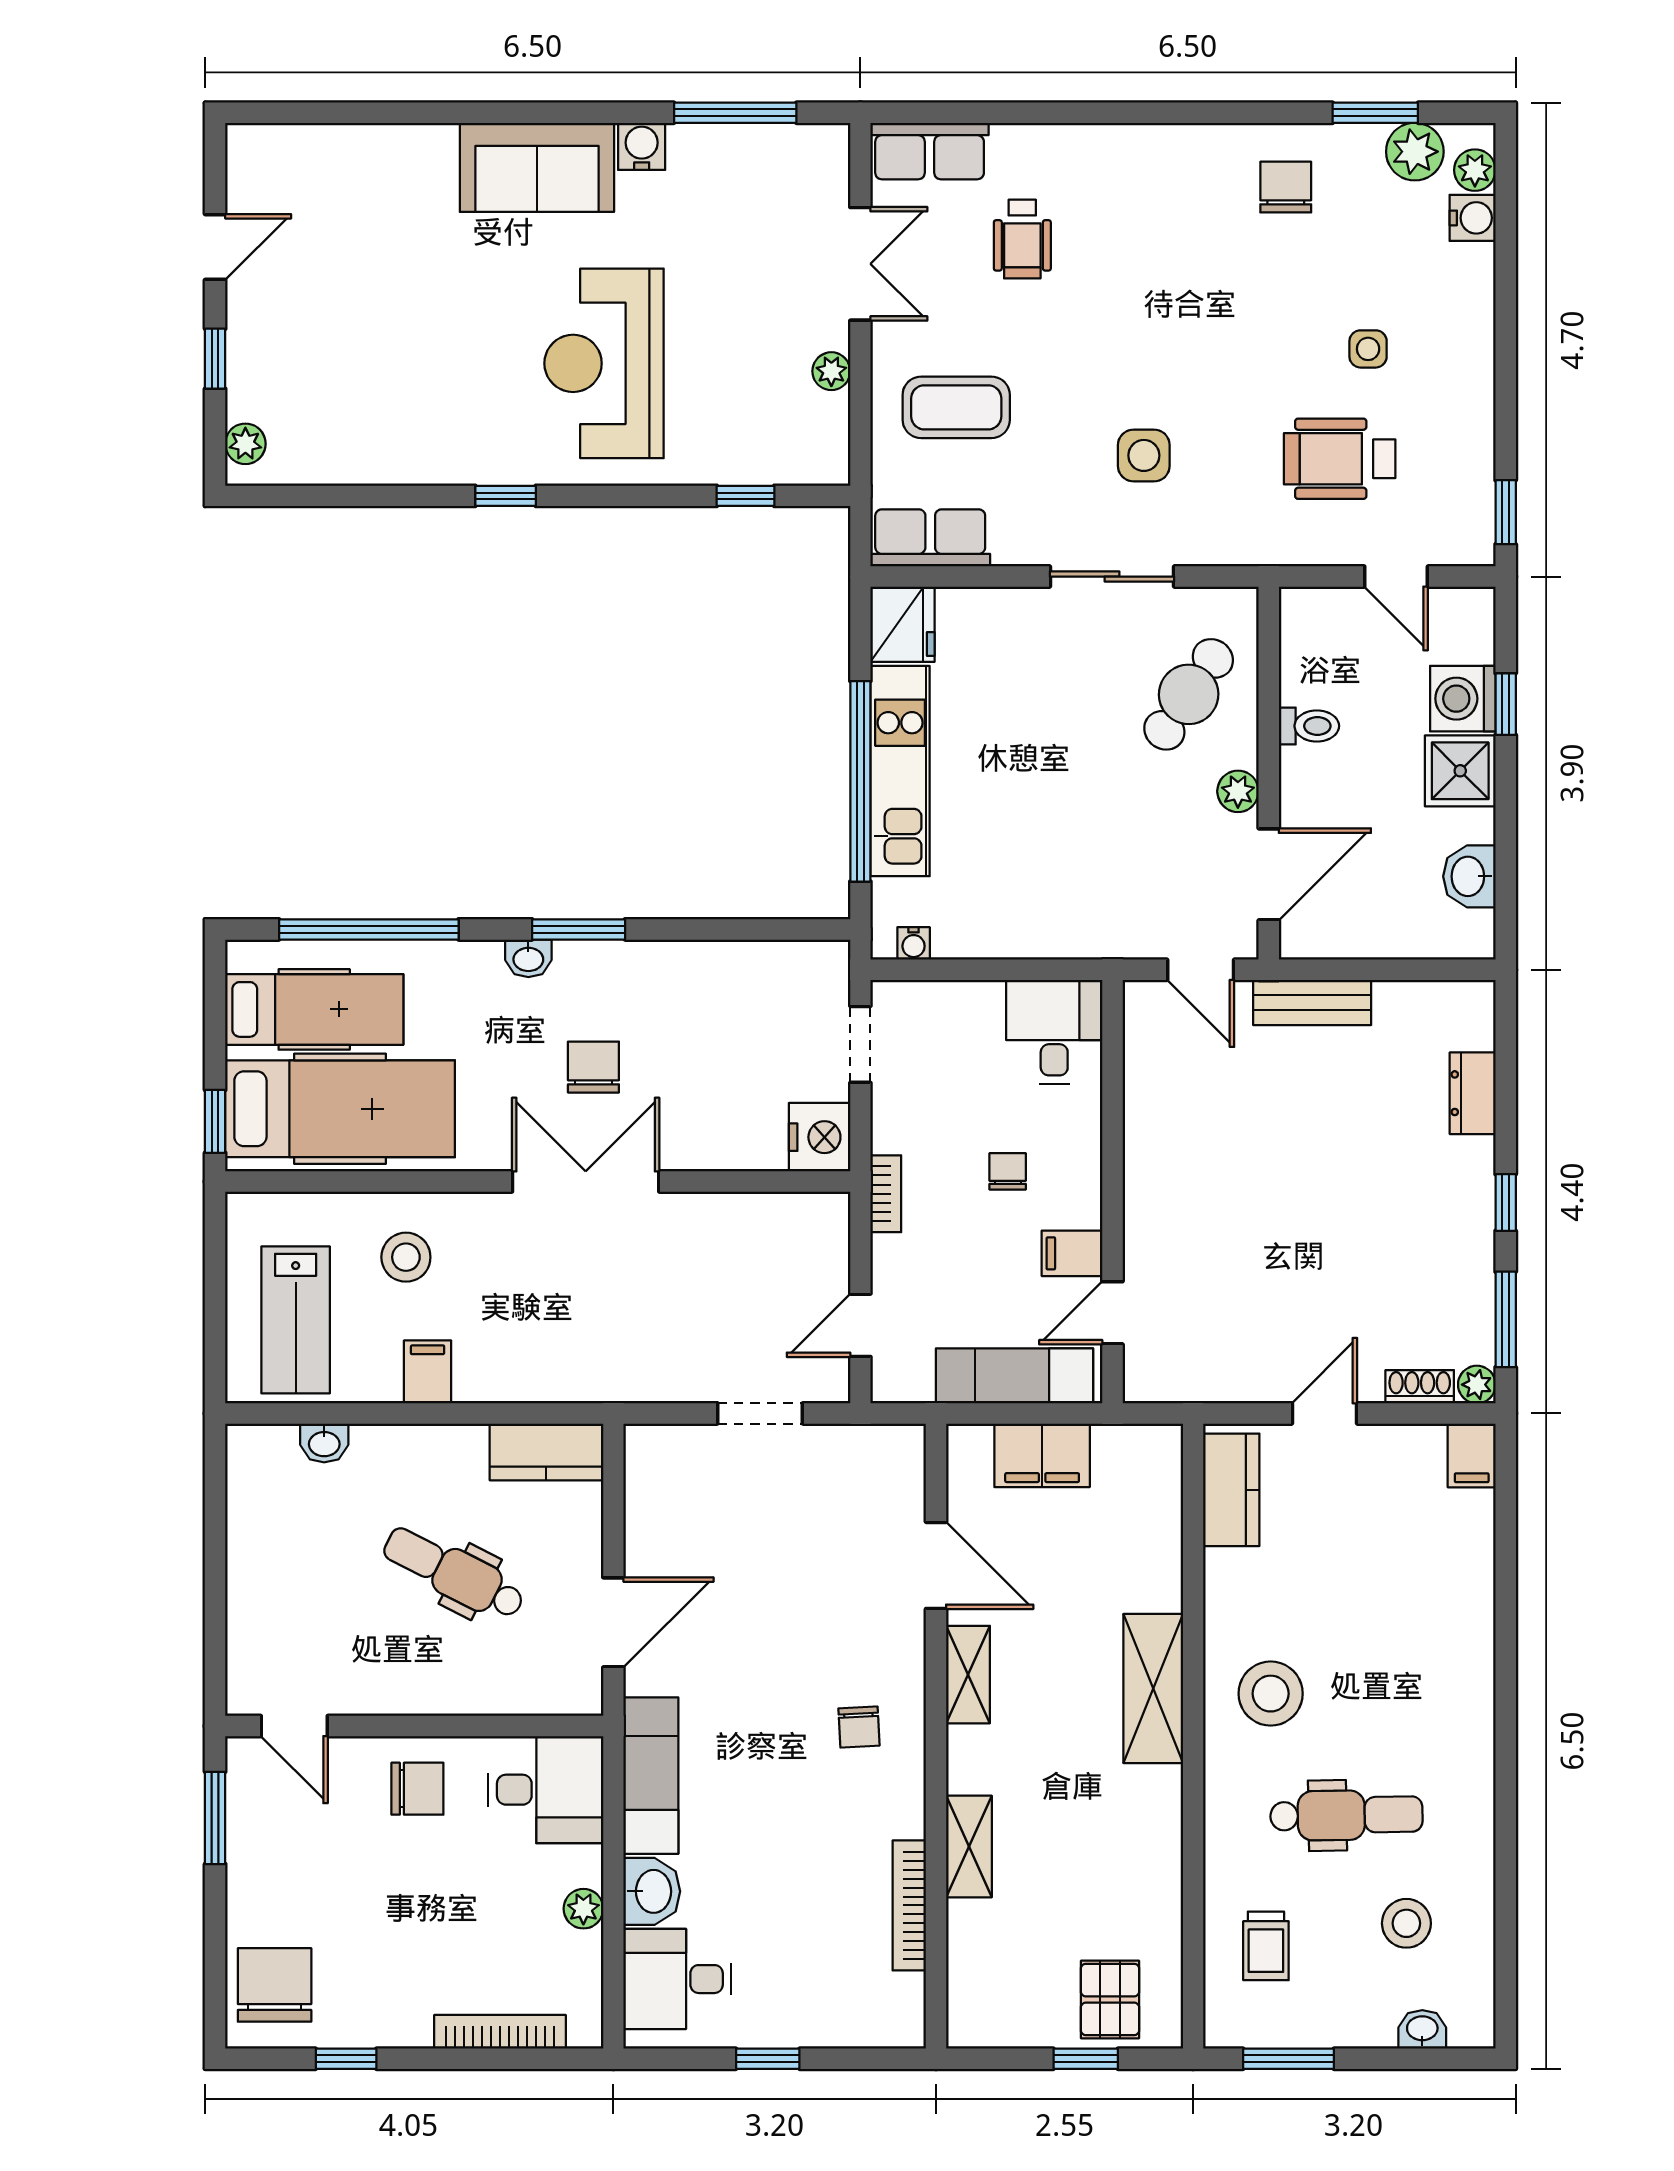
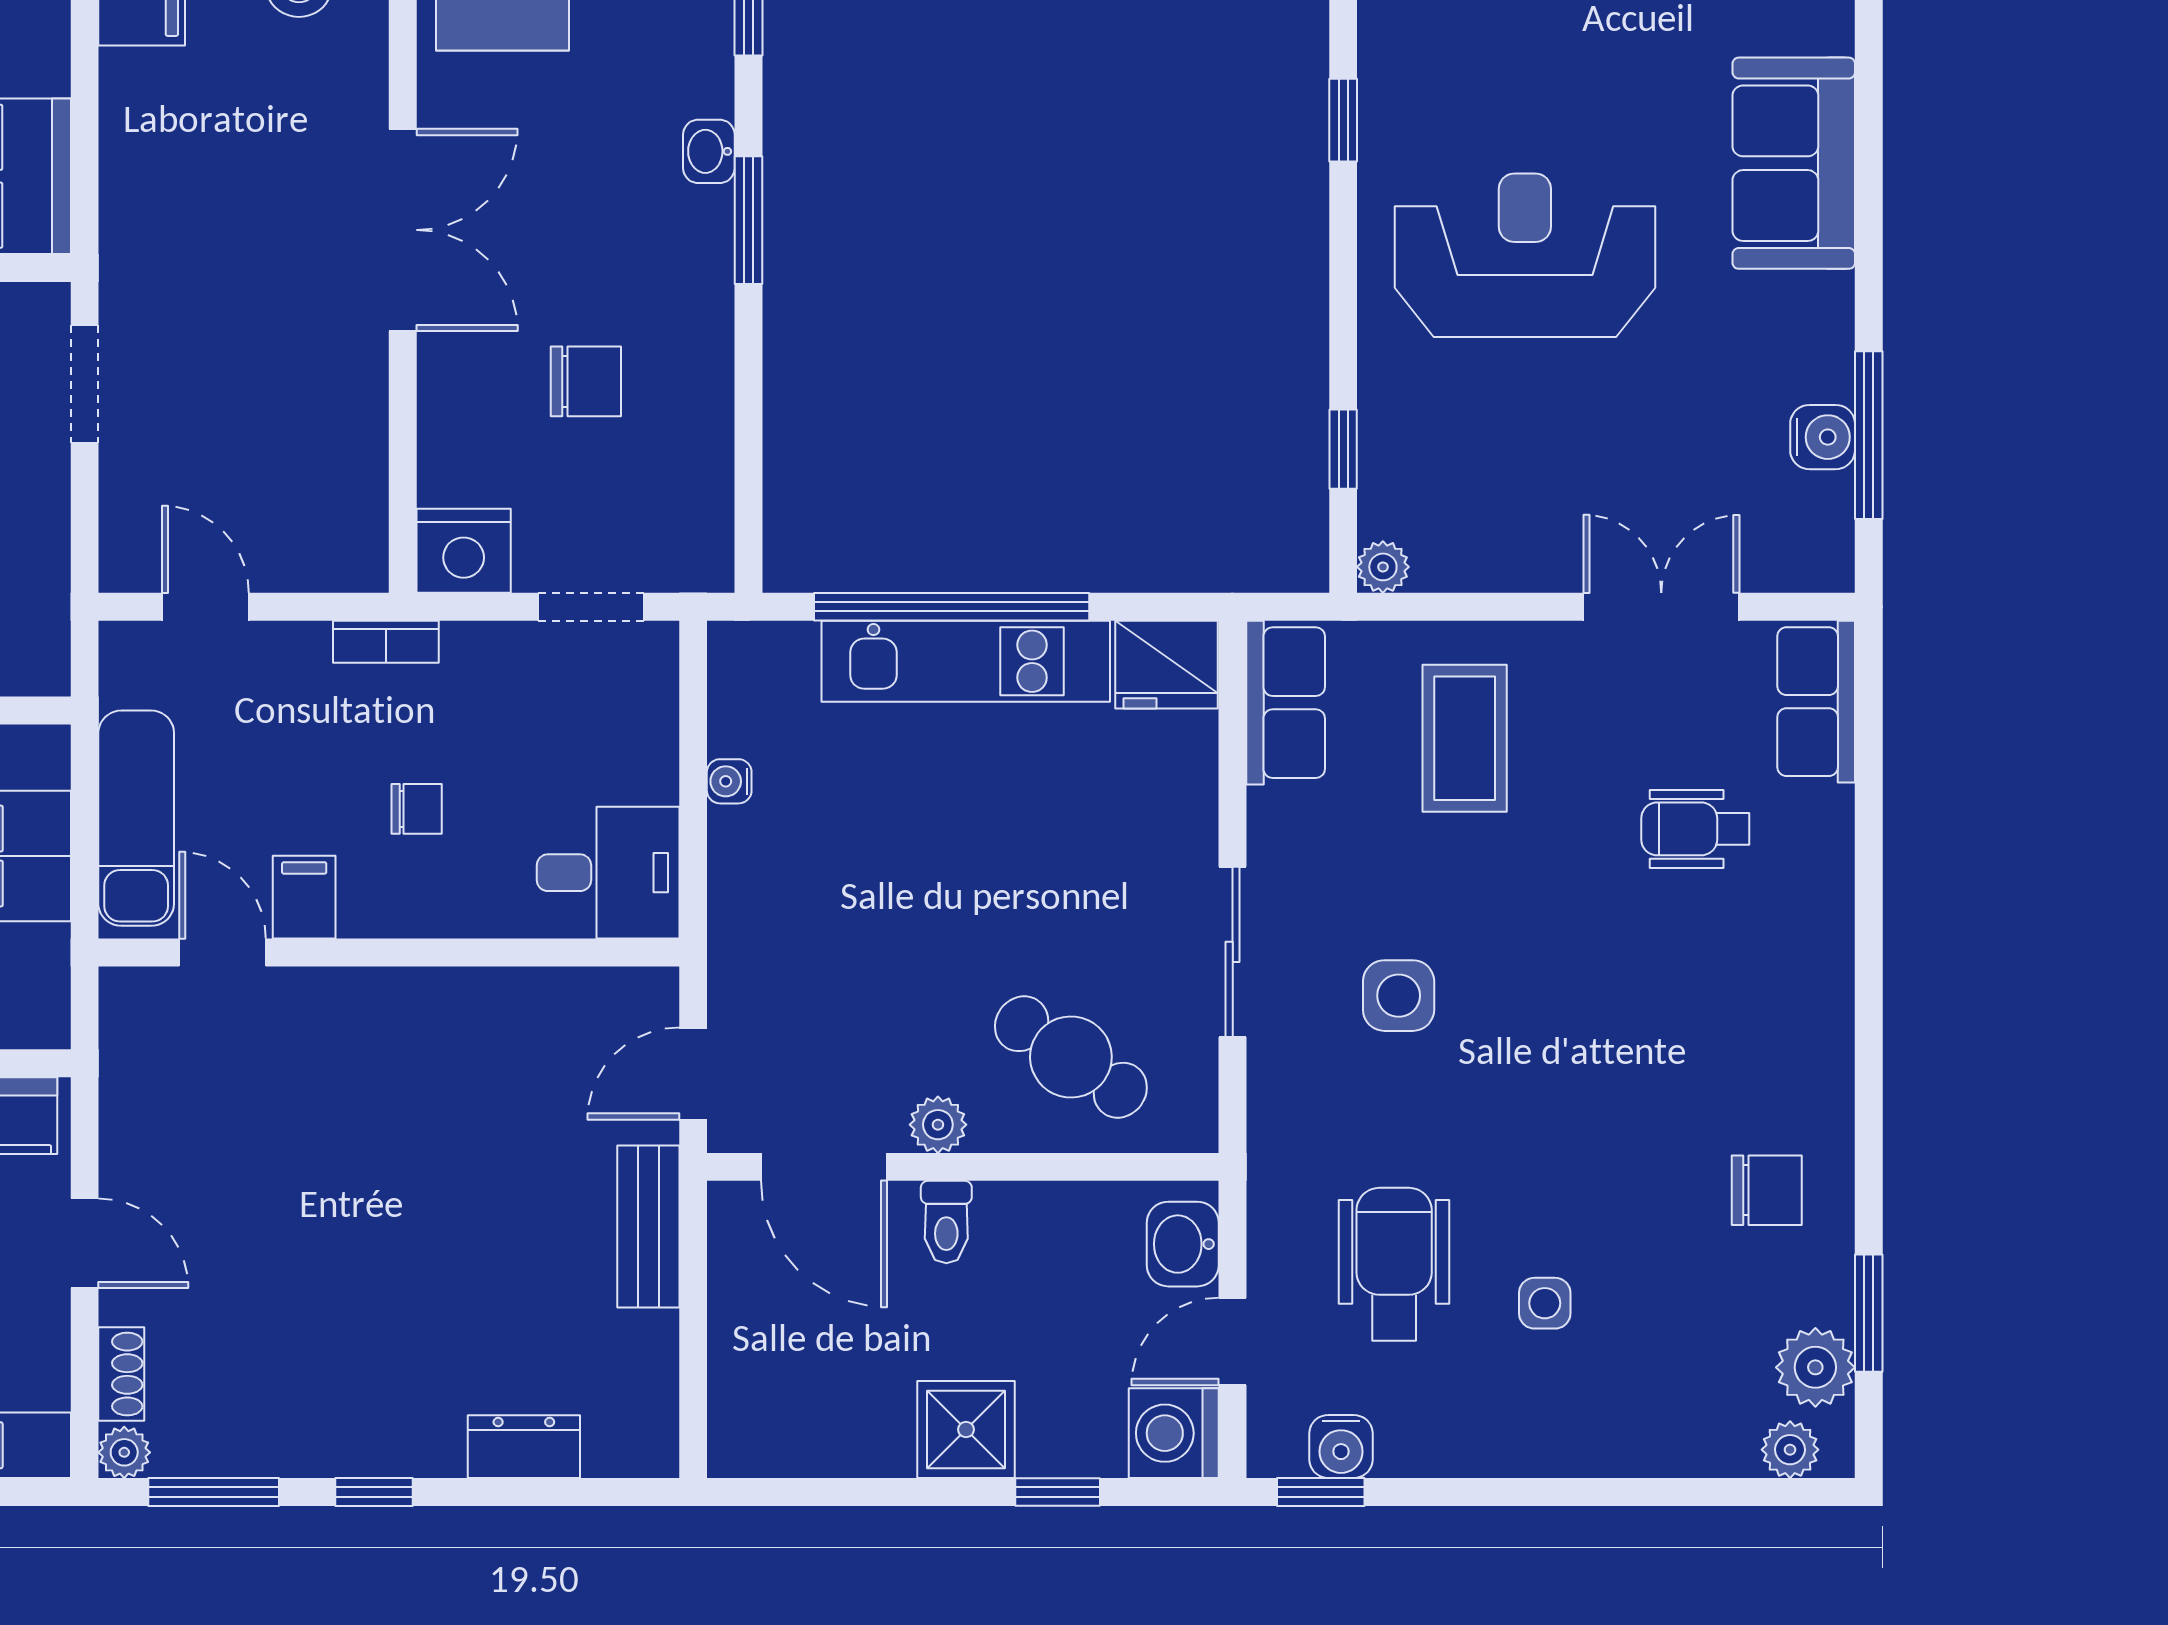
water cooler: (642, 146) -> (1823, 437), moved
water cooler: (1473, 218) -> (1341, 1446), moved
double door: (860, 264) -> (1661, 607), swing flipped
plant: (831, 371) -> (1383, 567), moved
washing machine: (1463, 699) -> (1174, 1433), moved, turned -90
toilet: (1309, 726) -> (946, 1222), moved
washbasin: (1469, 876) -> (1183, 1244), moved, turned -90
water cooler: (914, 943) -> (729, 781), moved
chair: (593, 1067) -> (586, 381), moved
doorway: (760, 1413) -> (85, 384), moved

